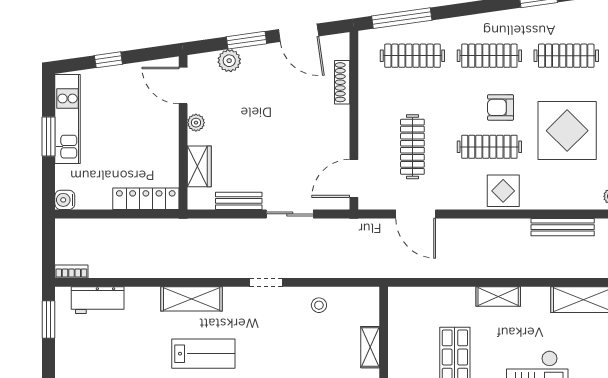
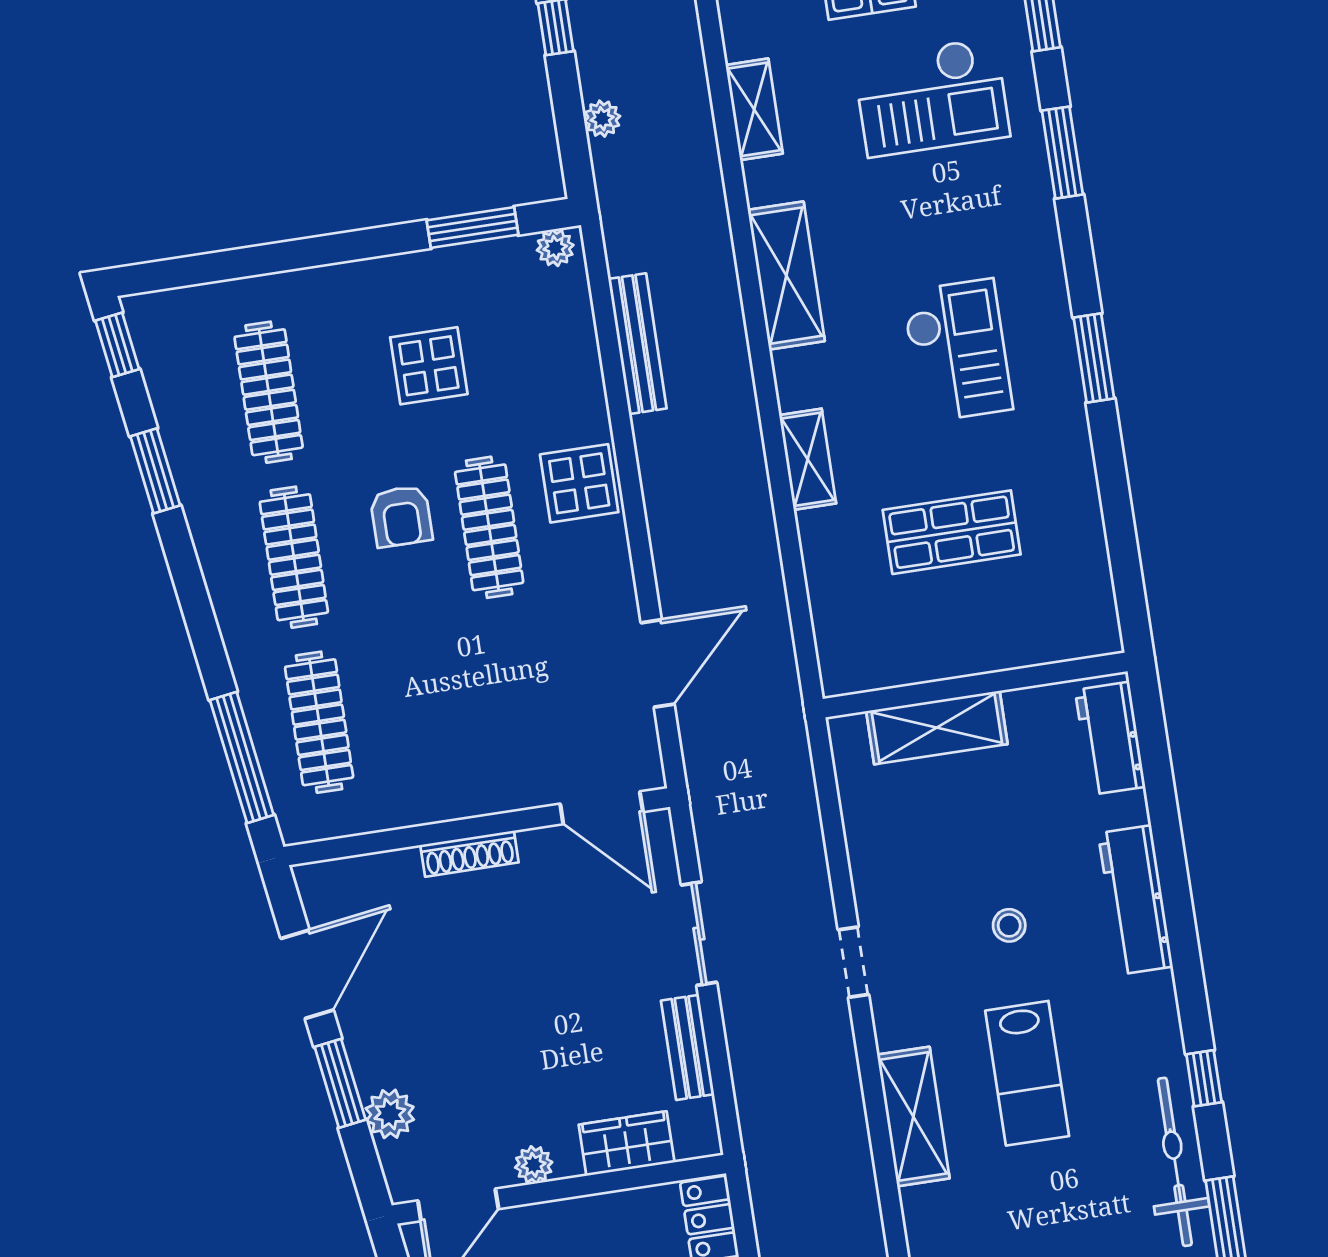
shoe rack: (342, 82) -> (469, 854), moved
display table: (567, 131) -> (429, 366), width x0.54, depth x0.54
clothes rail: (412, 147) -> (514, 692), removed
stool: (319, 305) -> (1009, 925), moved
shelving: (370, 347) -> (937, 728), width x1.50, depth x1.33
lab bench: (203, 354) -> (1027, 1073), turned 180

